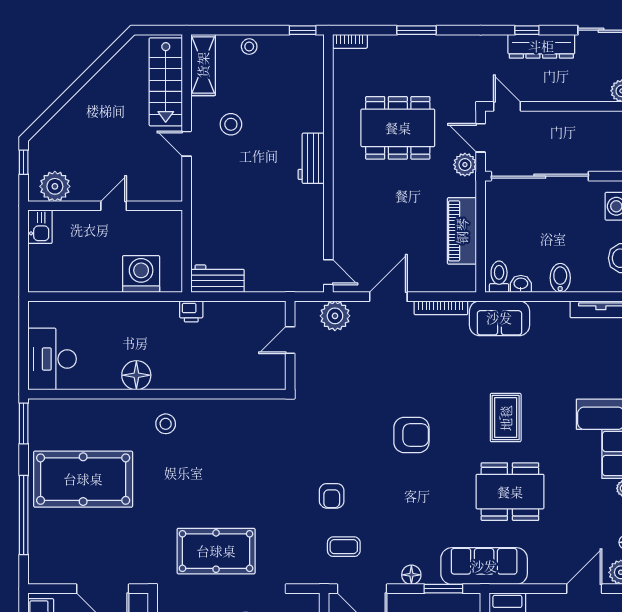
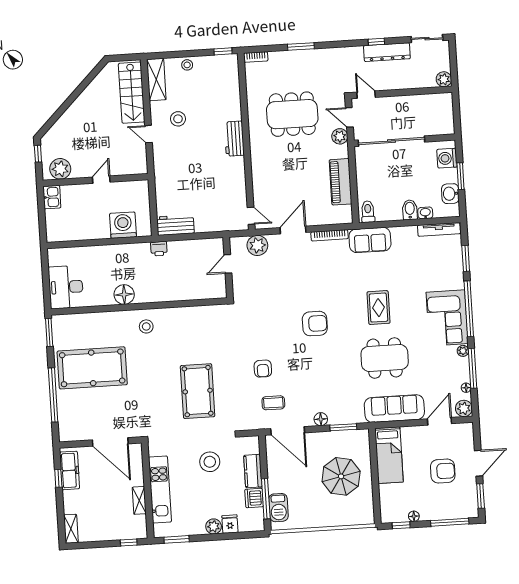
washbasin: (521, 284) -> (425, 213), moved
pool table: (216, 551) -> (198, 391), moved, turned 90
sofa: (484, 566) -> (394, 409), moved

